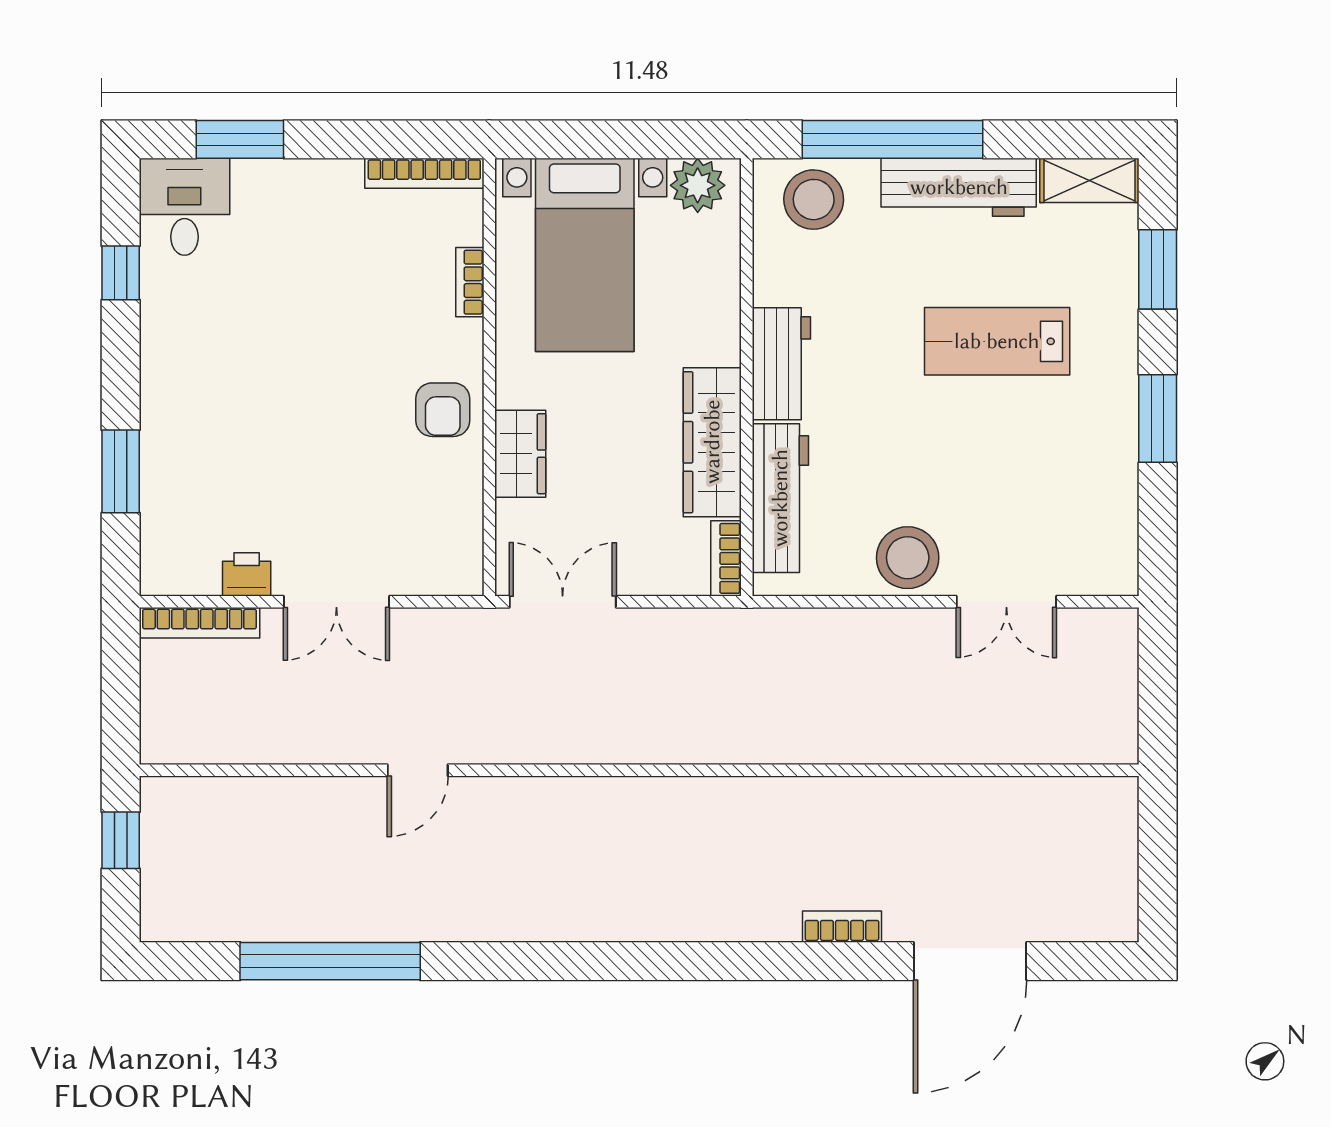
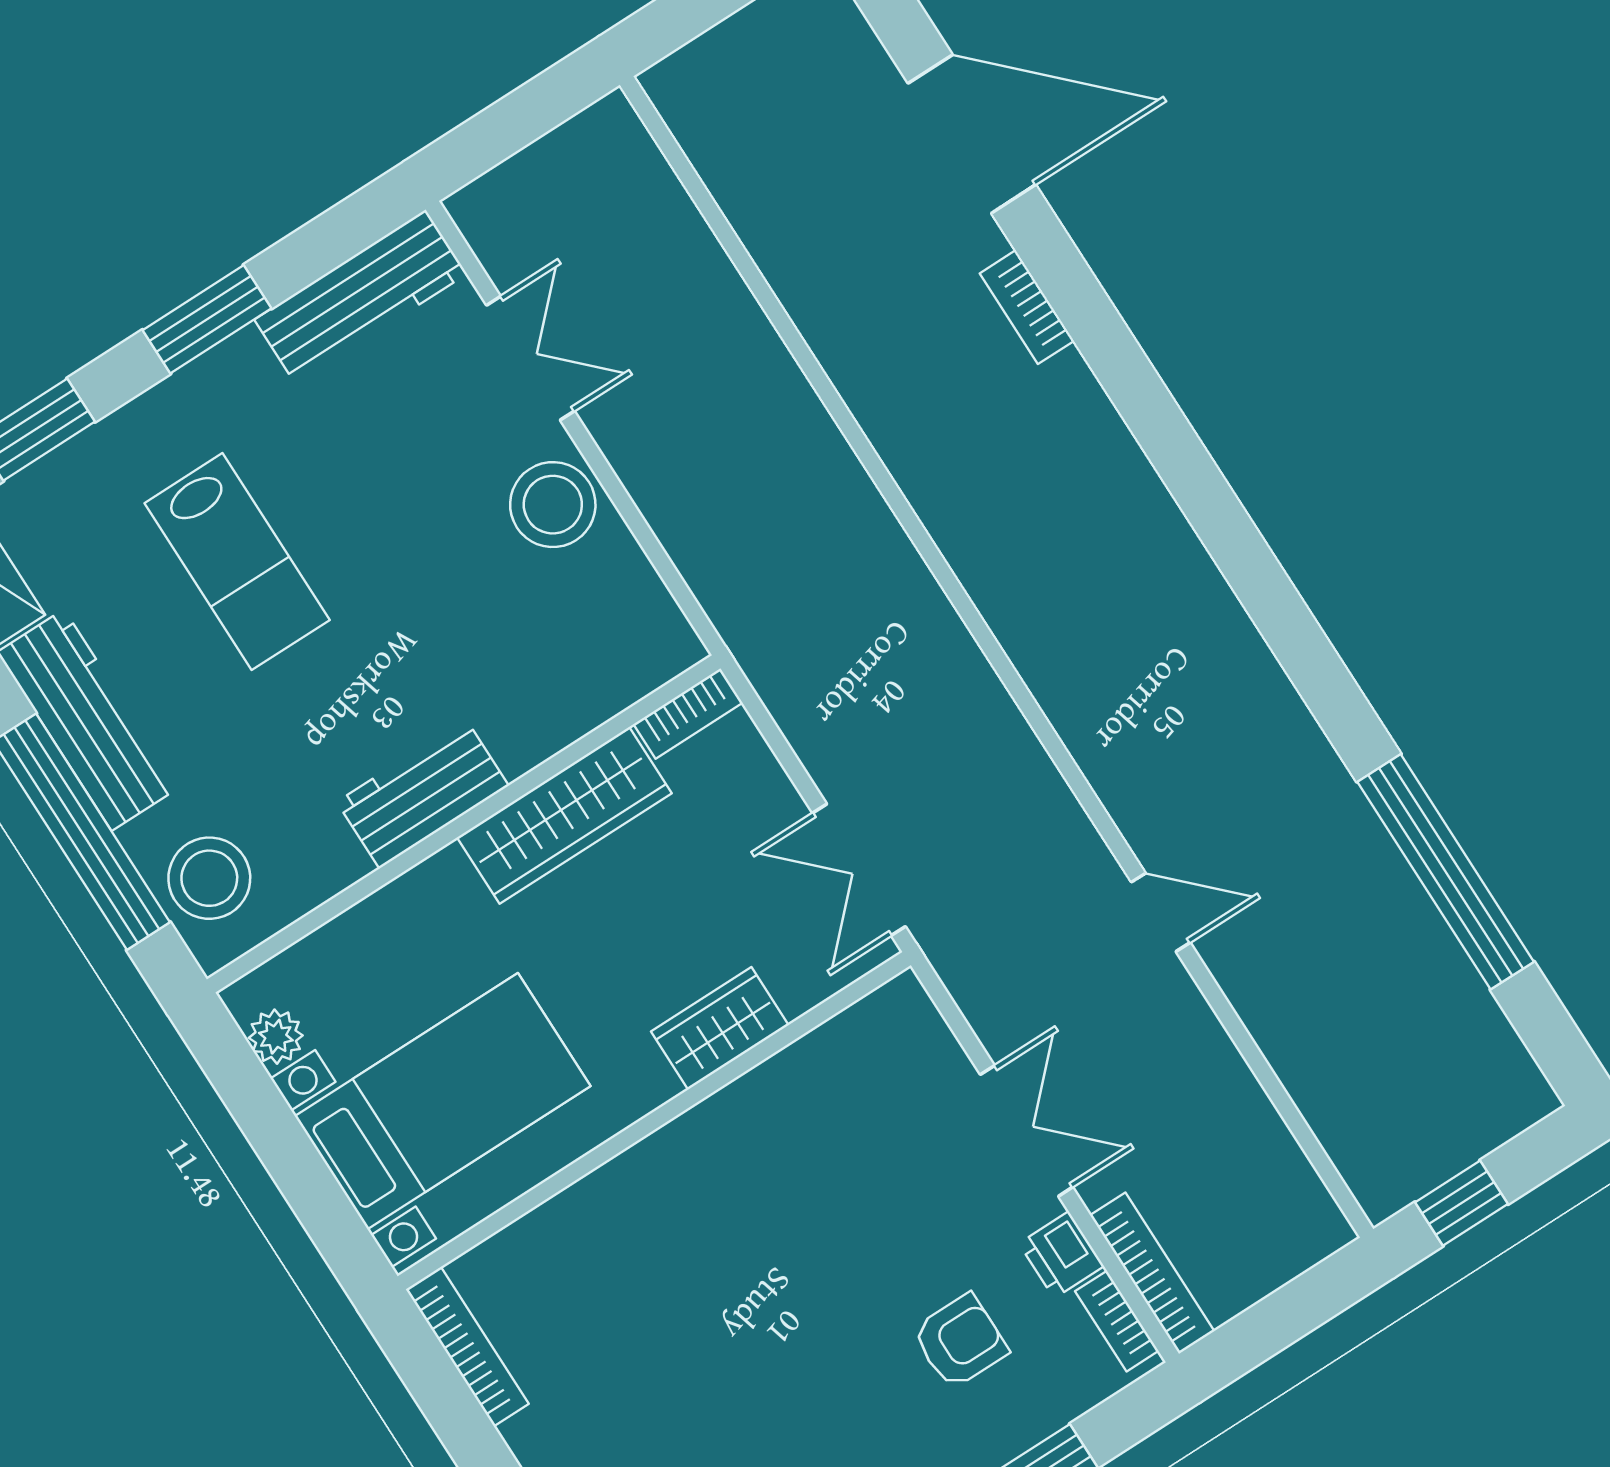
plant: (698, 185) -> (276, 1037), width x0.73, depth x0.73
bookcase: (470, 282) -> (1117, 1321), moved, turned 90
armchair: (443, 410) -> (960, 1341), moved
workbench: (780, 498) -> (361, 297), moved, turned 180

